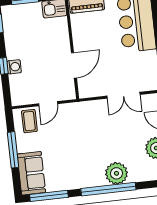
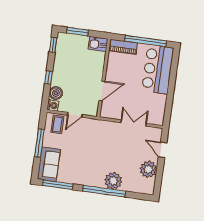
washing machine: (14, 67) -> (53, 105), moved
boiler: (17, 83) -> (56, 93), added
double door: (123, 95) -> (134, 123), swing flipped

